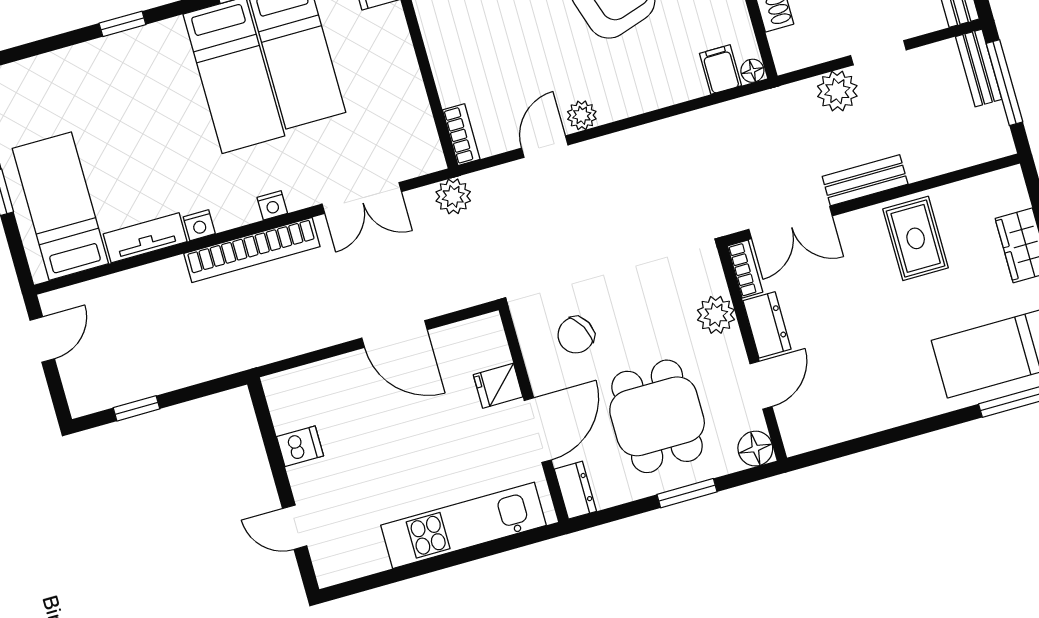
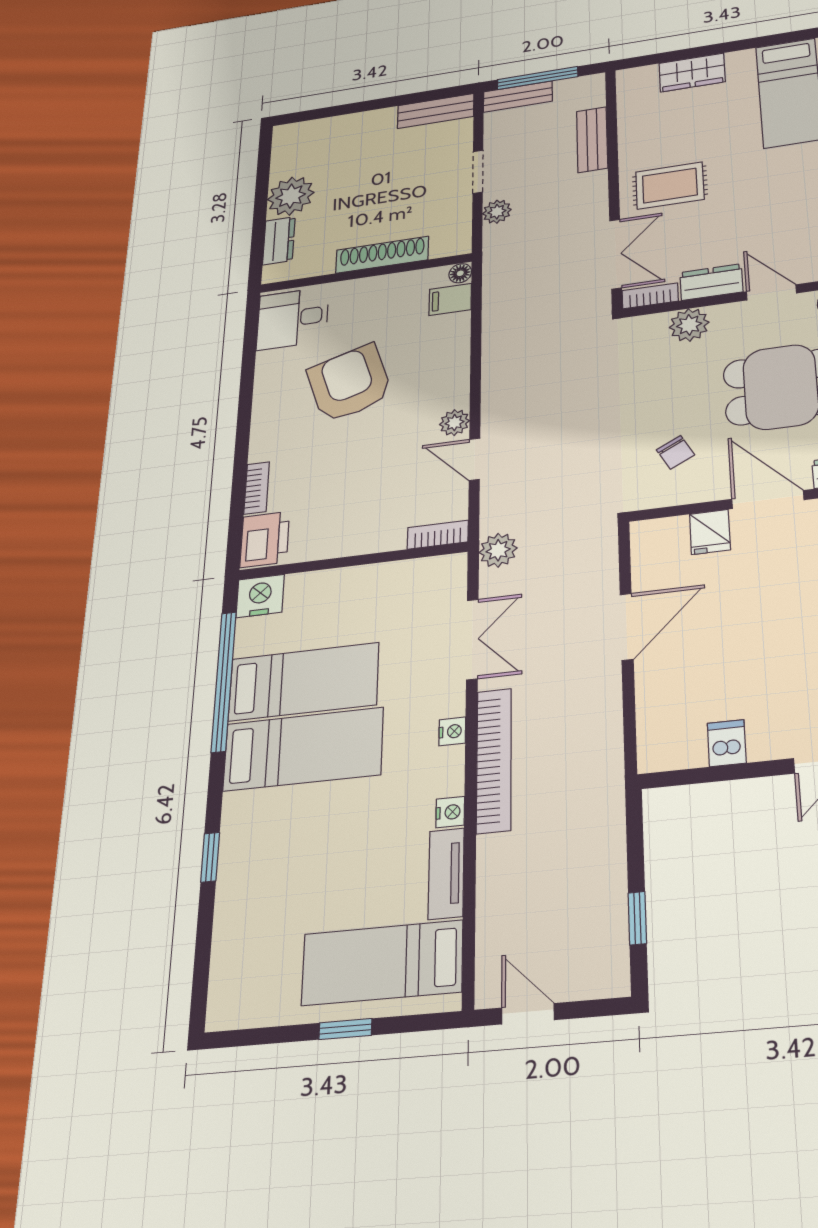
plant: (837, 91) -> (497, 212), width x0.73, depth x0.73
bench: (865, 180) -> (592, 140), moved
rug: (916, 238) -> (670, 186), moved
chair: (576, 335) -> (675, 452), width x0.73, depth x0.73

